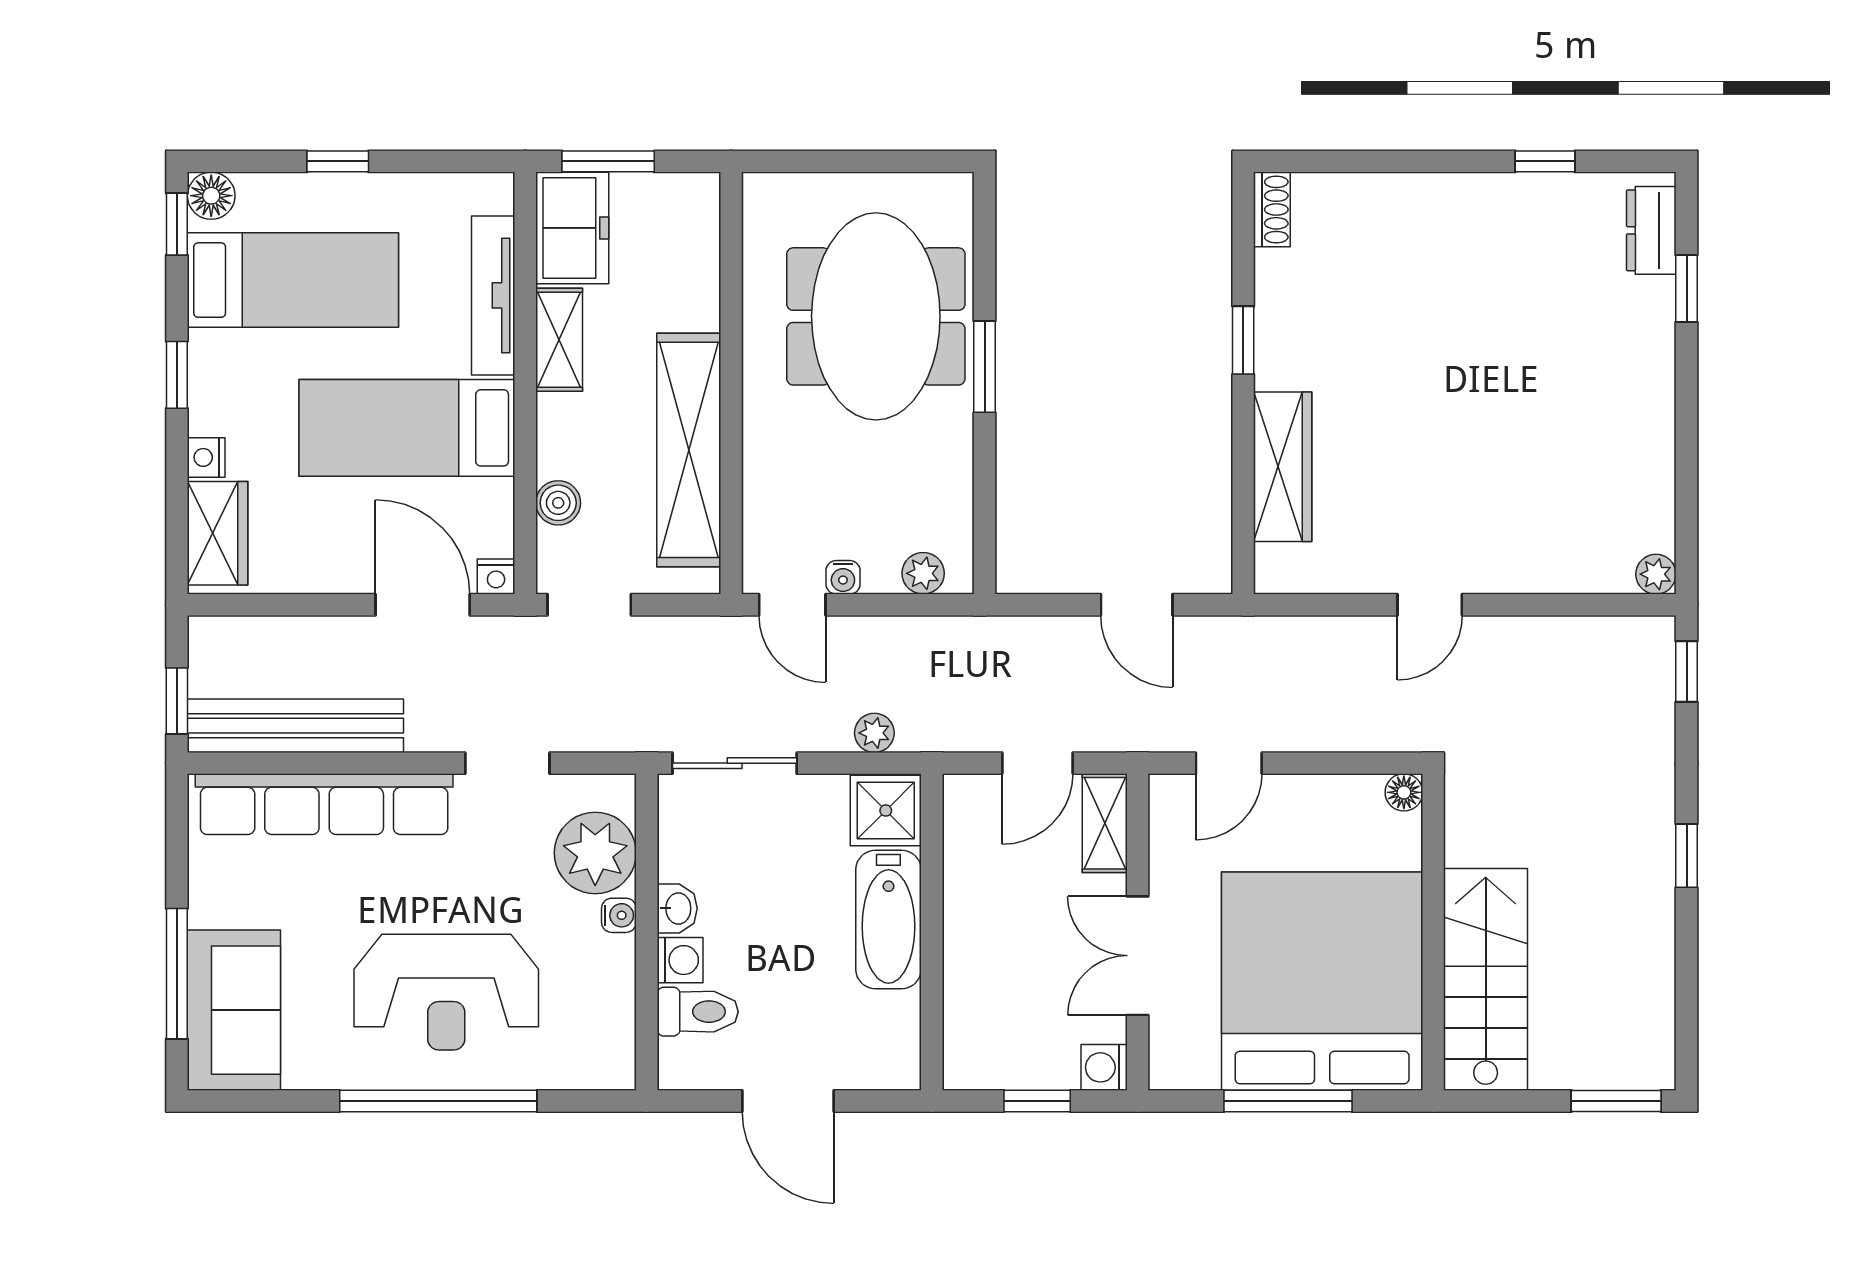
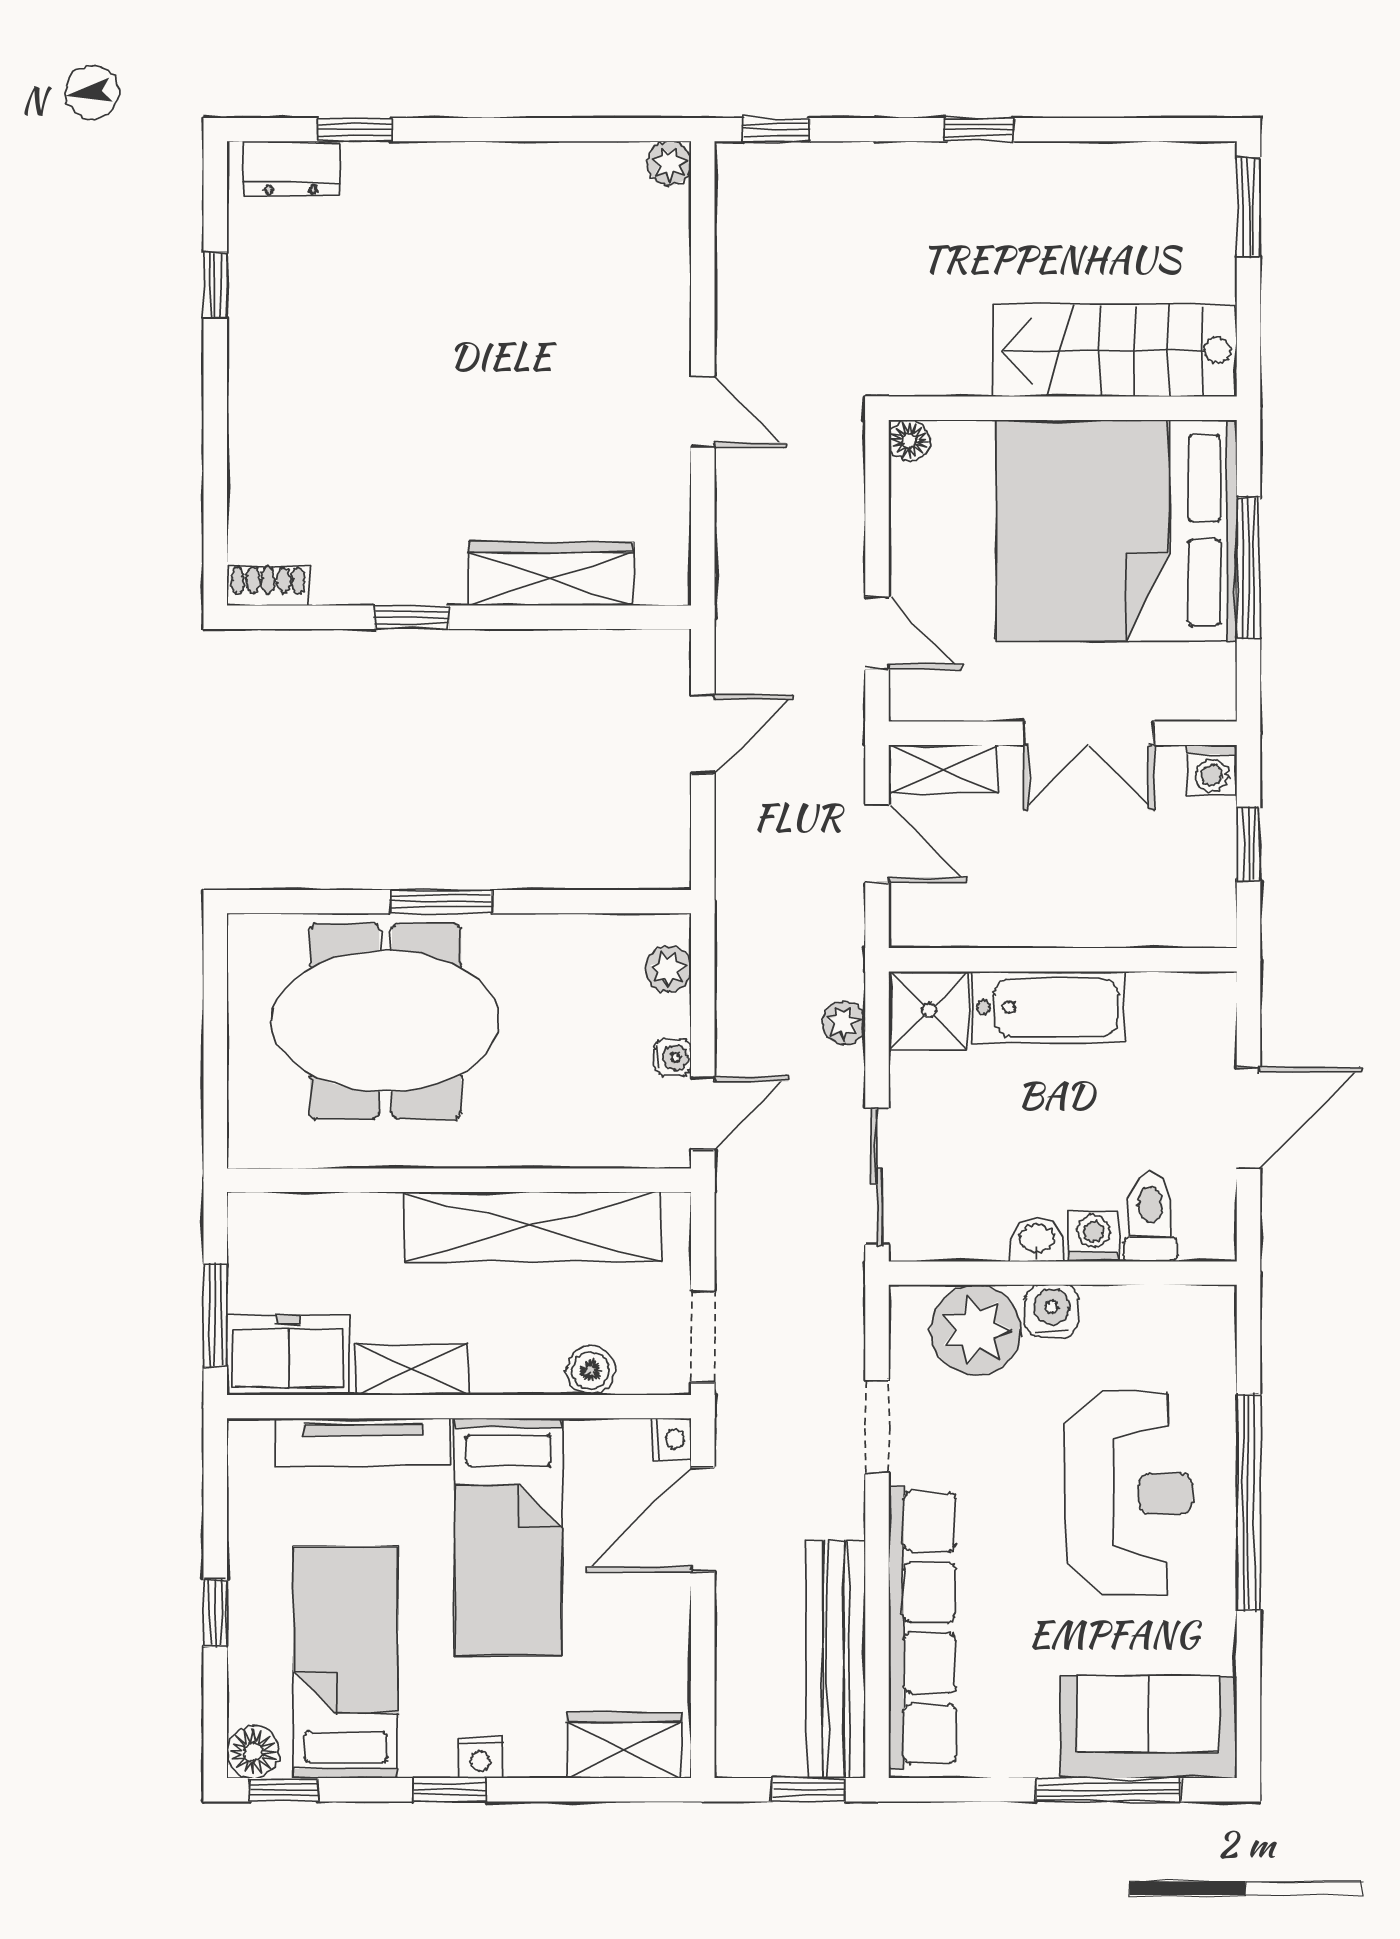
nightstand: (206, 457) -> (480, 1758), moved
water cooler: (619, 915) -> (1052, 1311), width x1.38, depth x1.38

